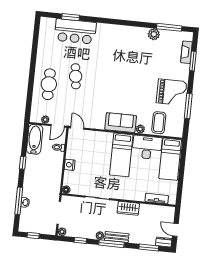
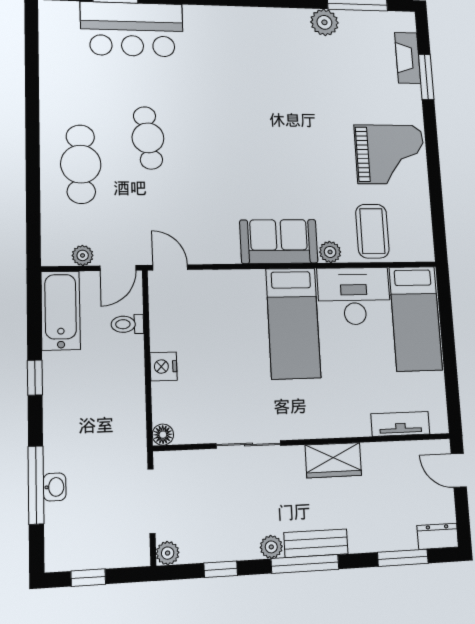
window: (188, 106) -> (435, 183), removed
door: (175, 230) -> (459, 470), moved

